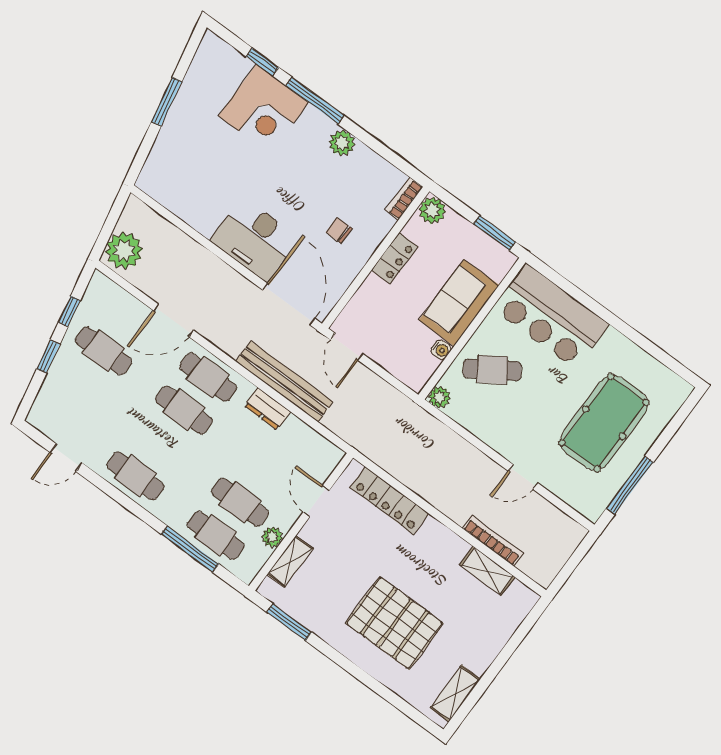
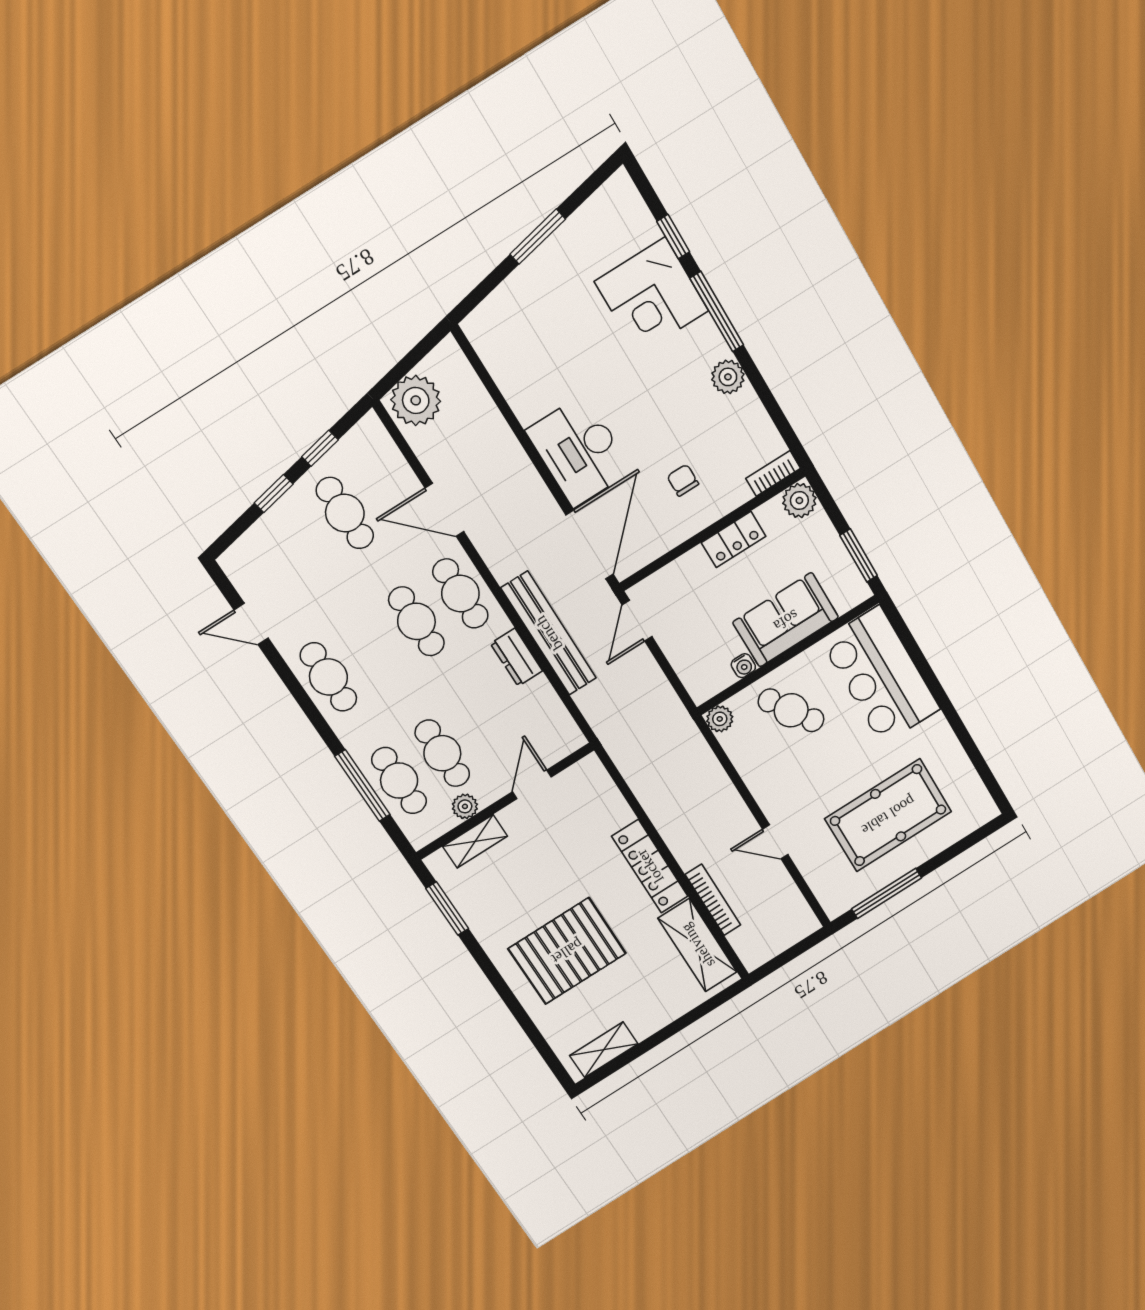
locker: (389, 500) -> (650, 866), moved
shelving: (487, 571) -> (698, 945), width x1.50, depth x1.33
pallet: (394, 623) -> (567, 951), turned 90

